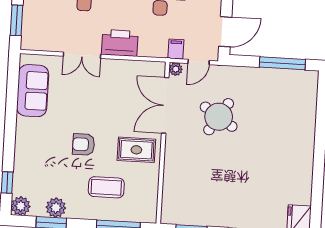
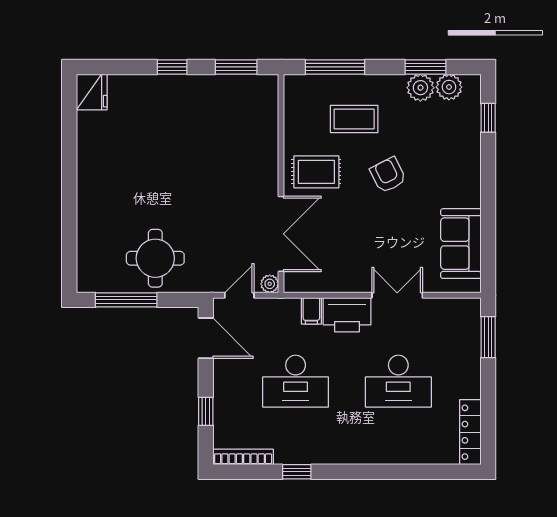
door: (225, 32) -> (206, 338), swing flipped
filing cabinet: (176, 49) -> (311, 311), moved
round table: (219, 117) -> (155, 258), moved, turned -33
armchair: (84, 144) -> (388, 175), turned -117
plant: (21, 206) -> (449, 87), moved

